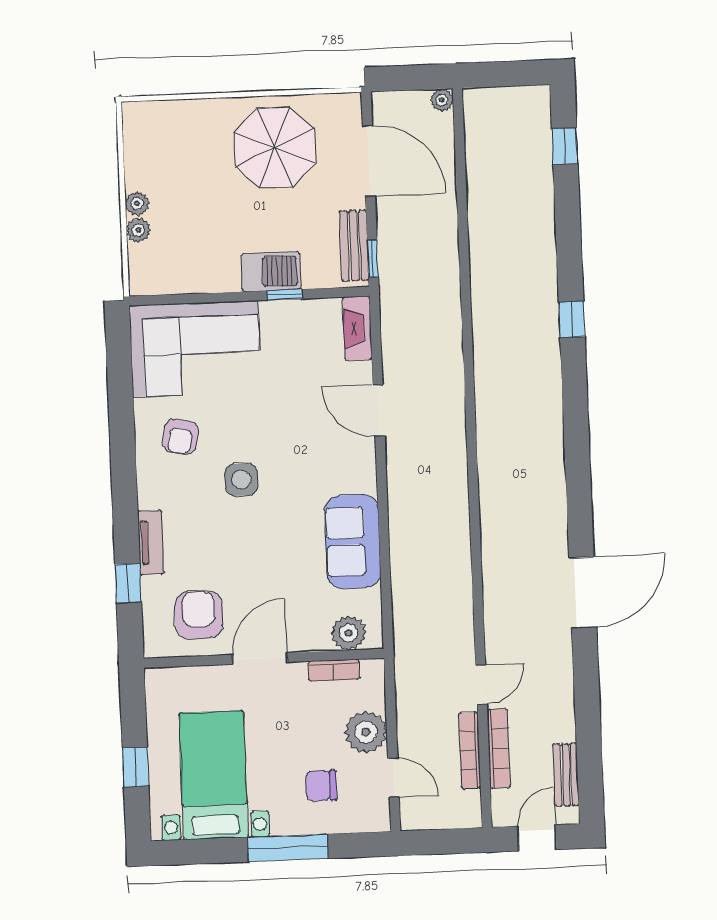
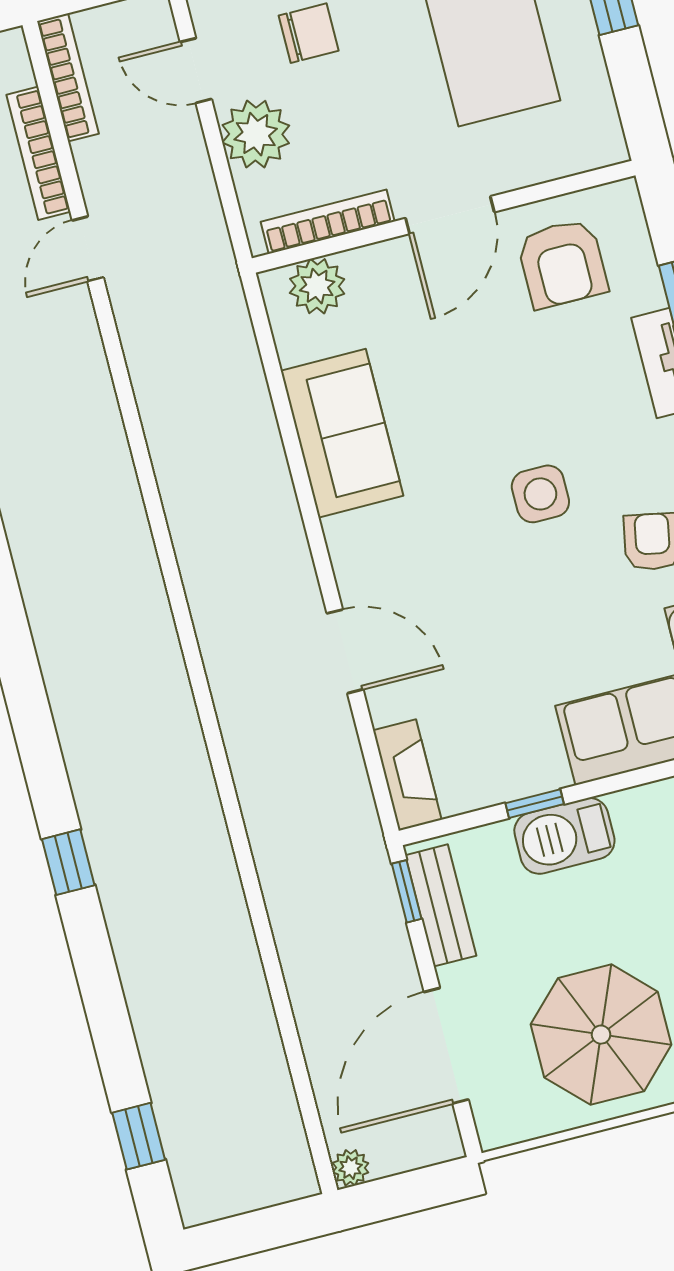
door: (369, 161) -> (446, 1046), hinge flipped
bookcase: (334, 670) -> (328, 222), width x1.56
bookcase: (470, 751) -> (68, 77), moved

